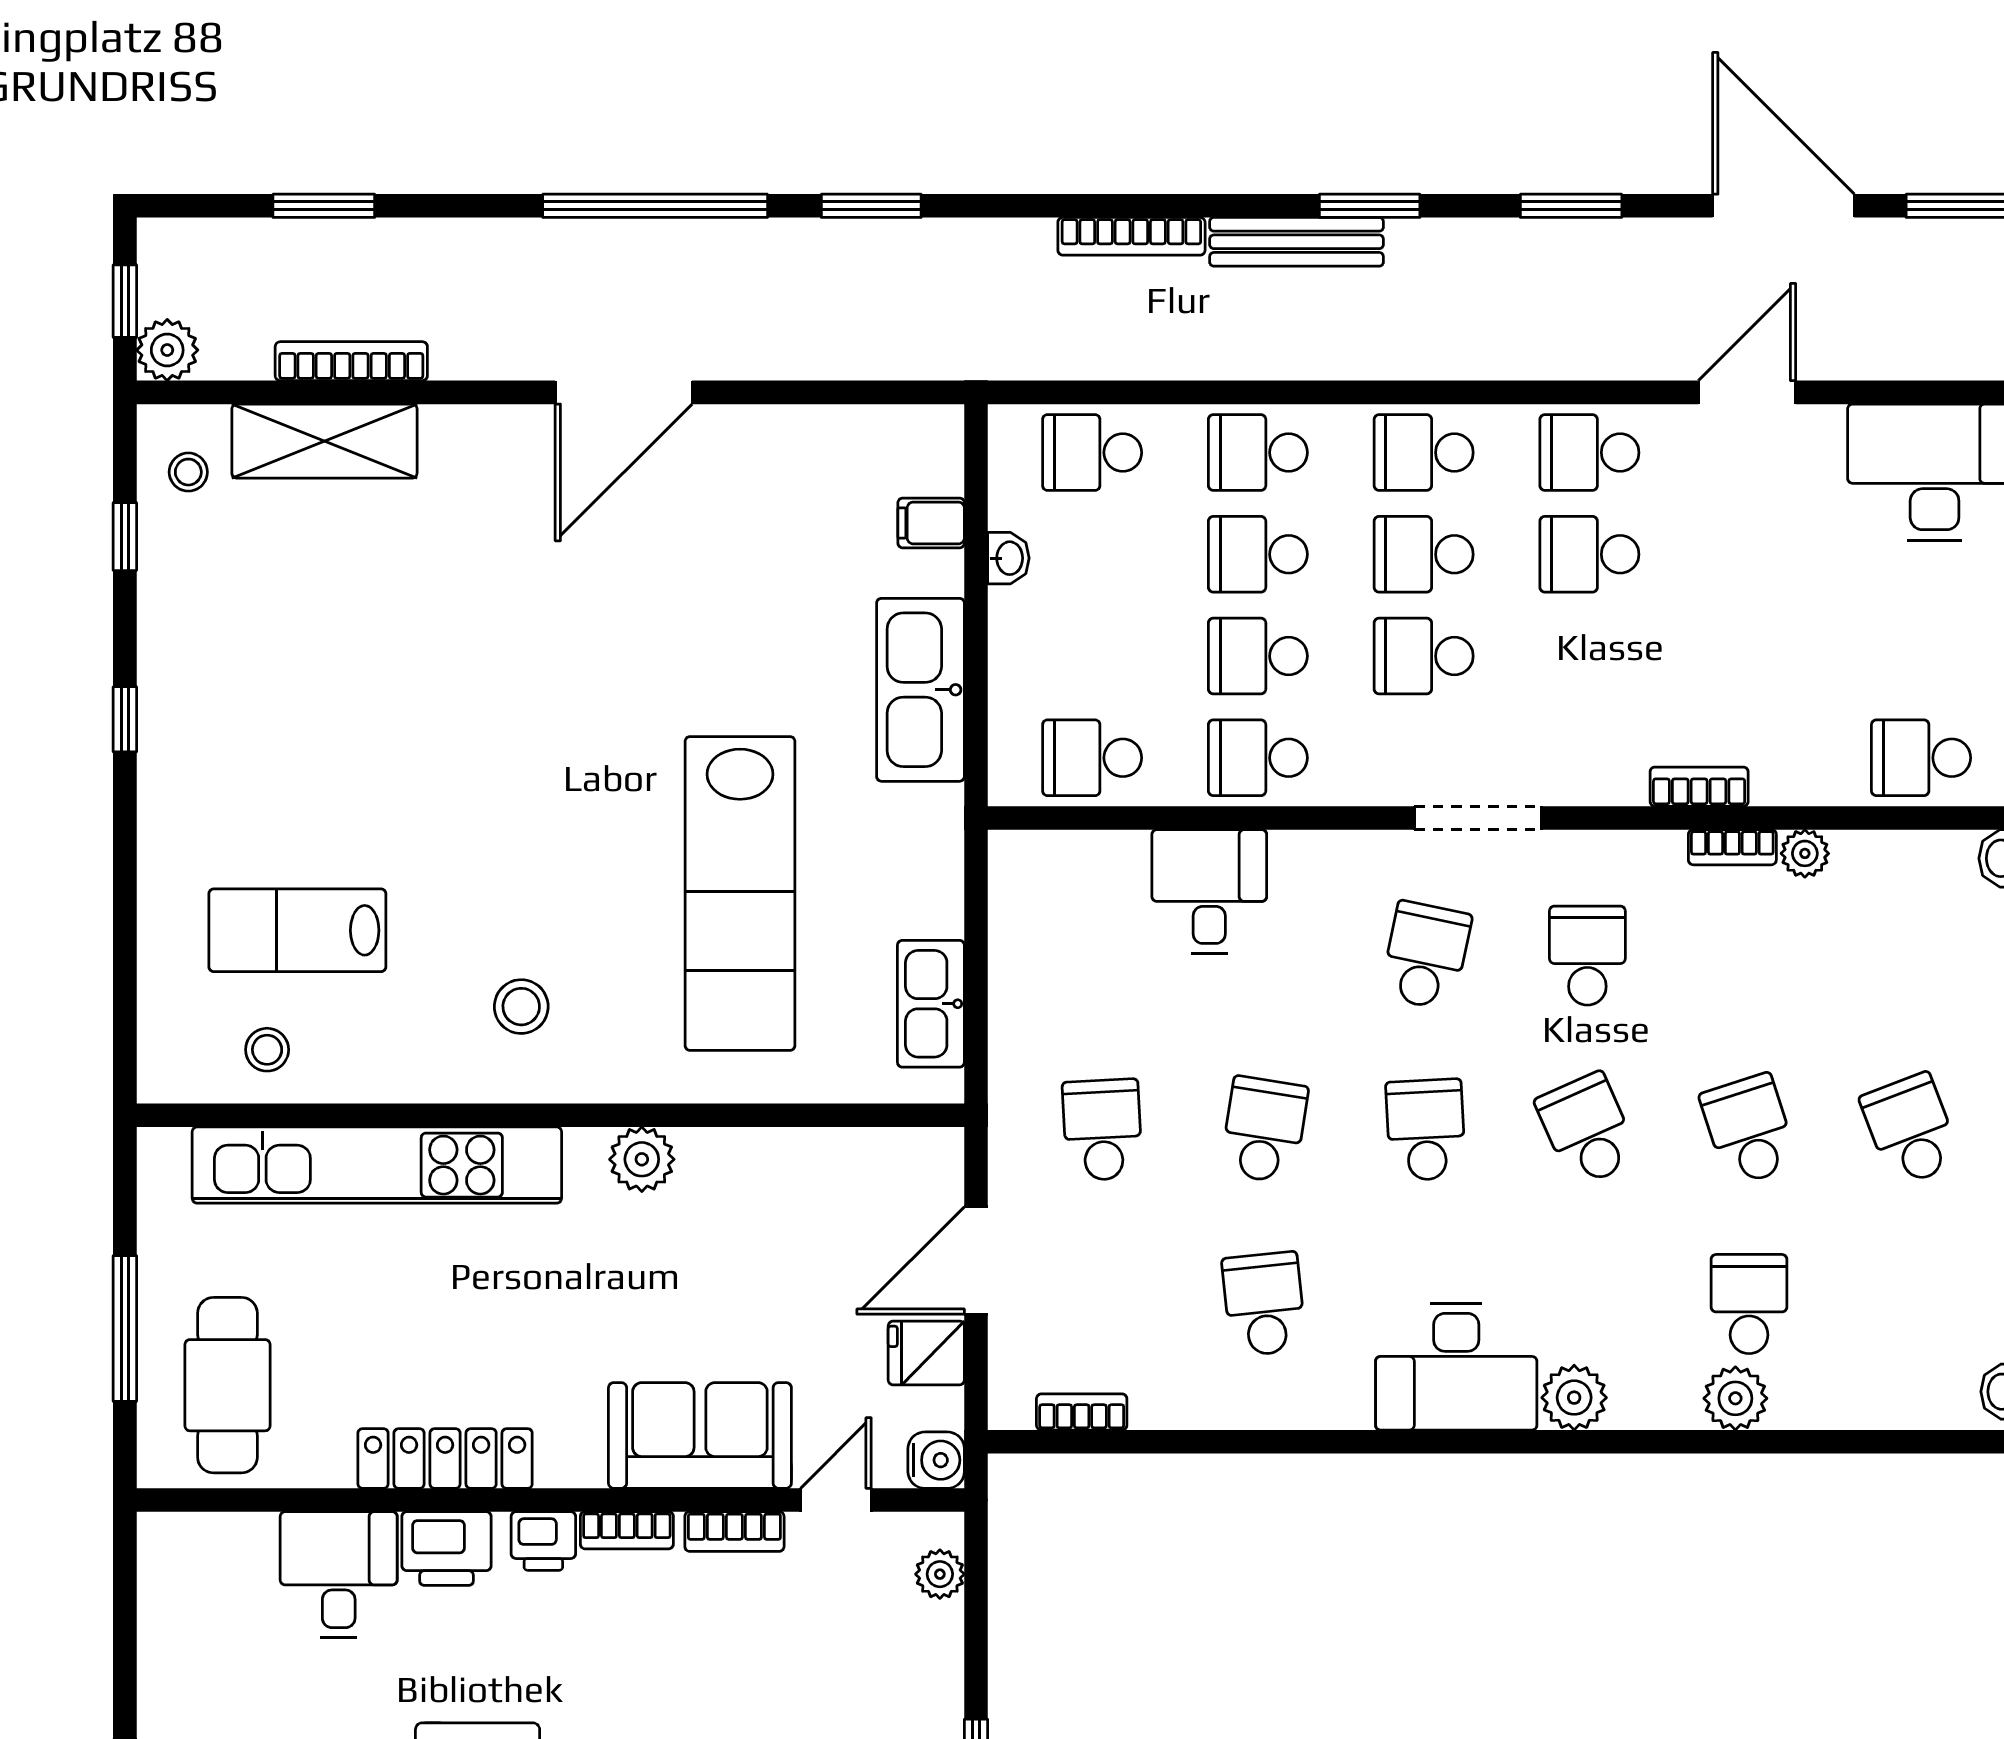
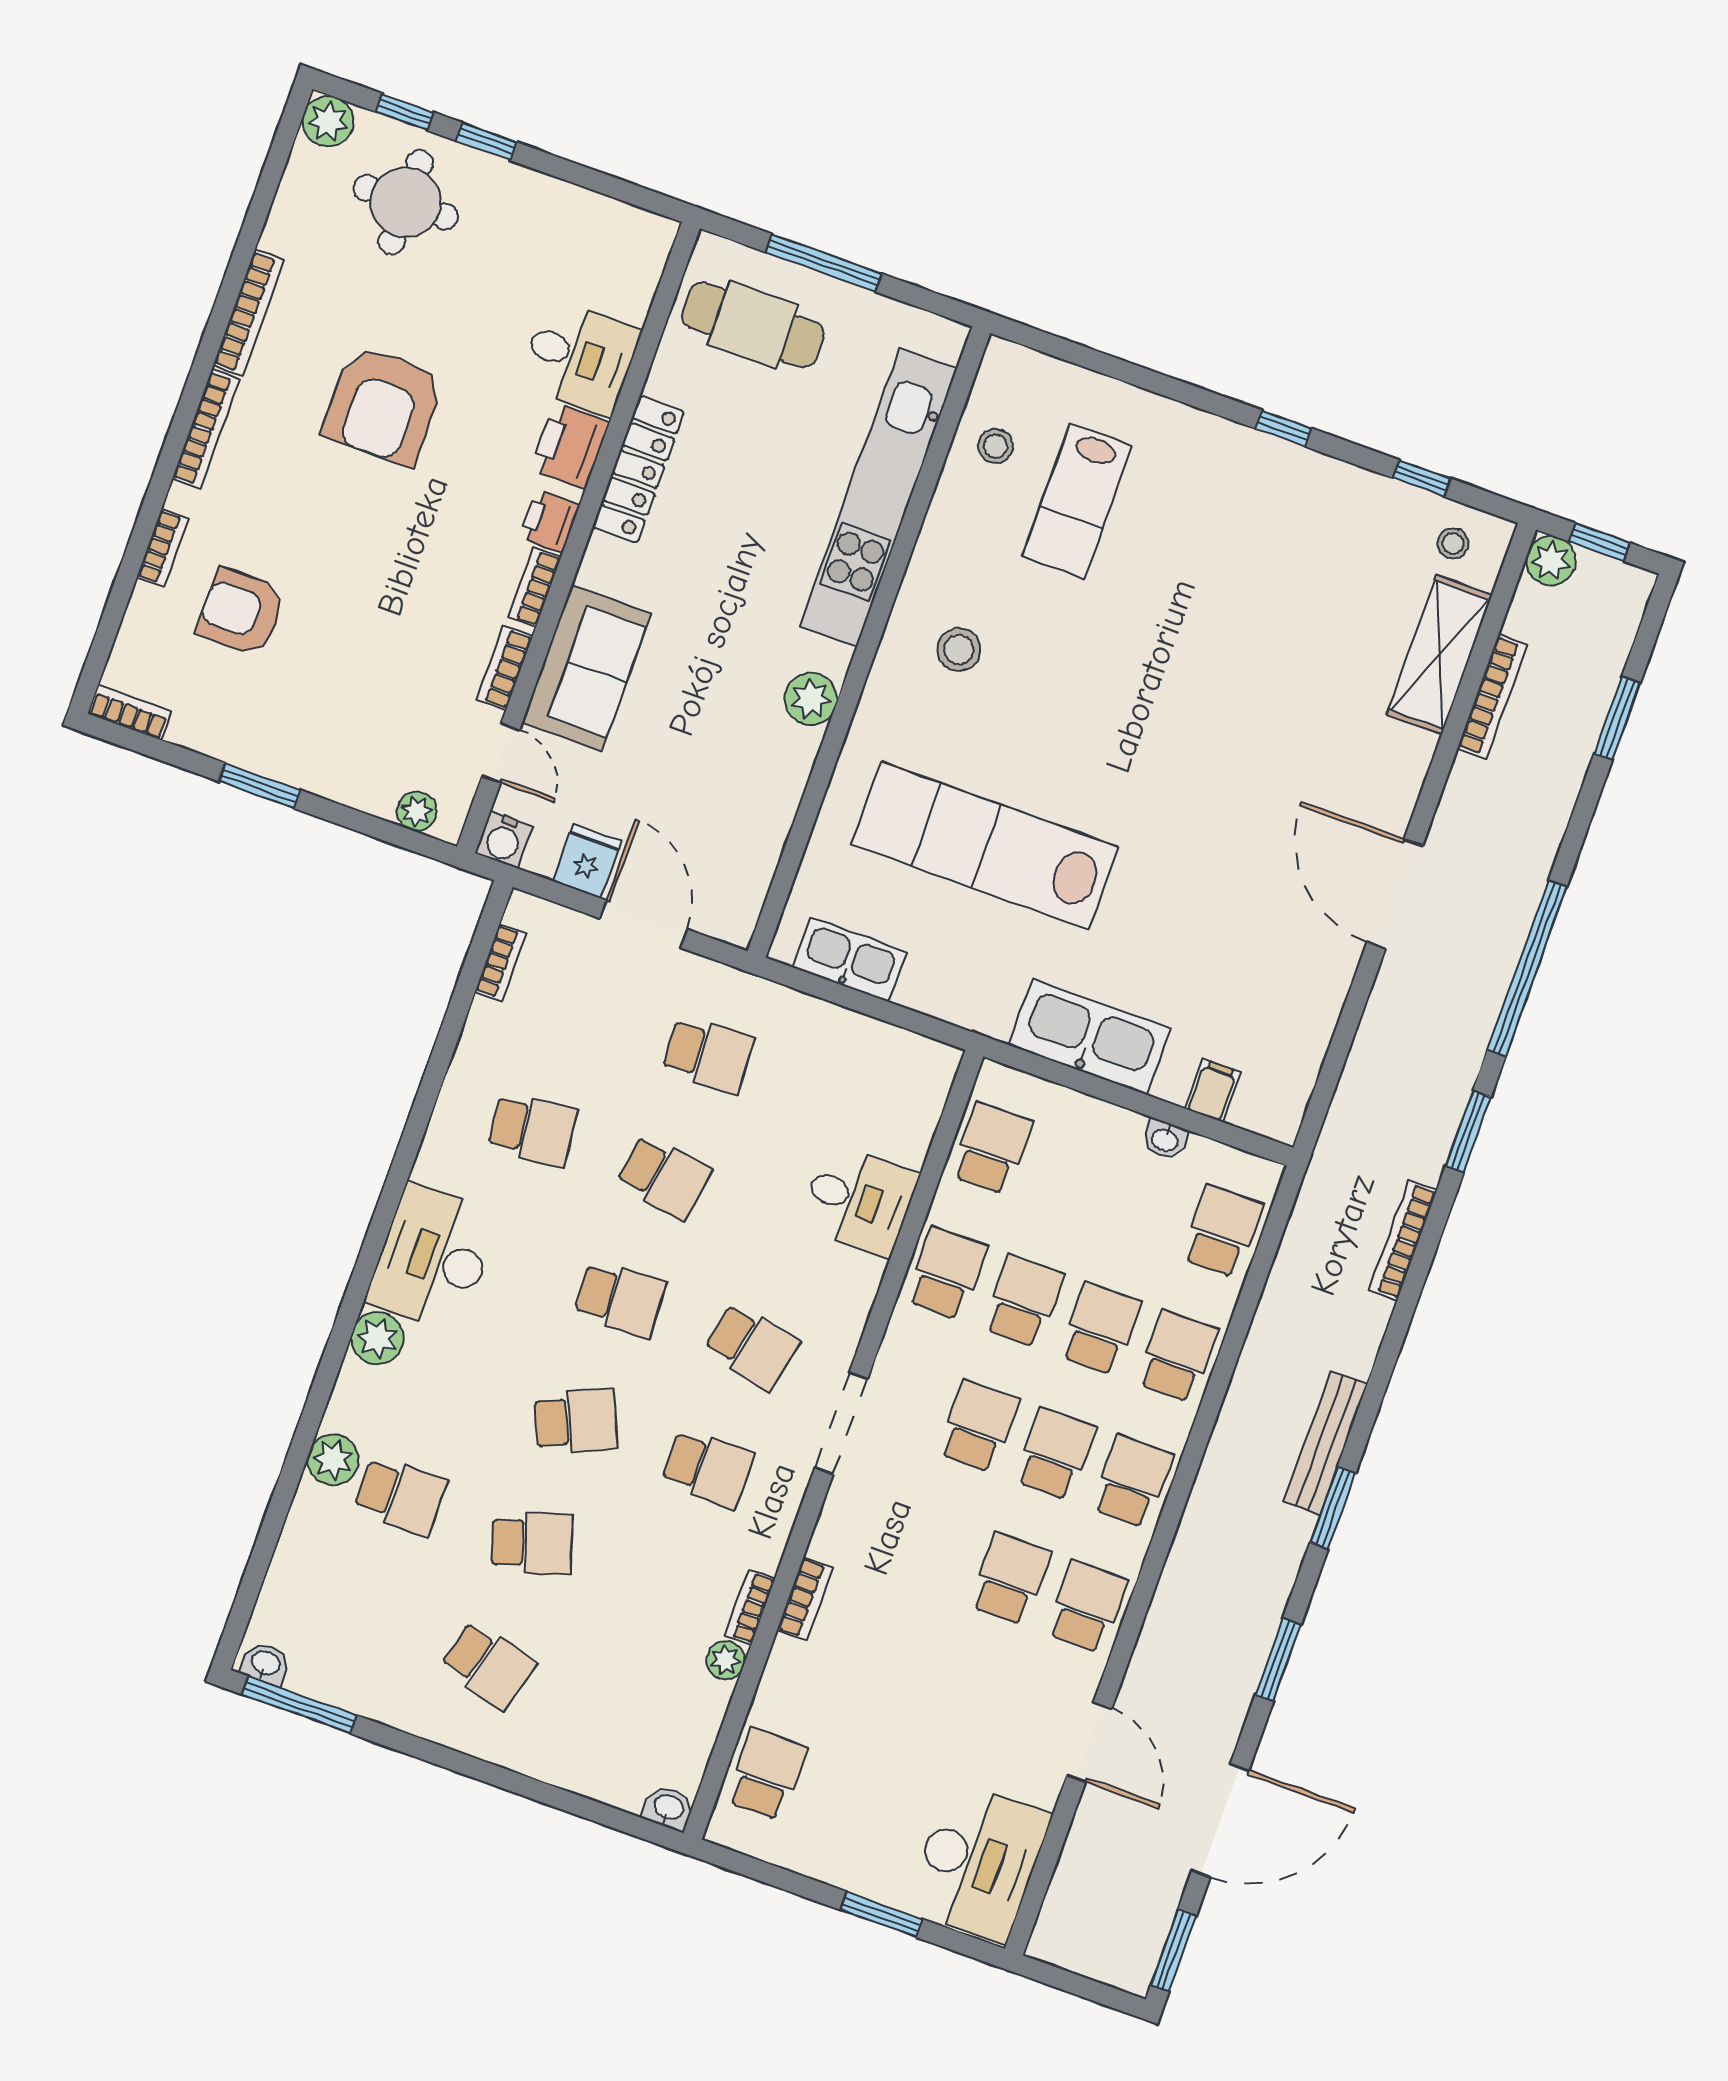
bookcase: (1131, 236) -> (1403, 1240), moved
lab bench: (297, 930) -> (1077, 501), turned 180
school desk: (1911, 1130) -> (488, 1665), turned 36

